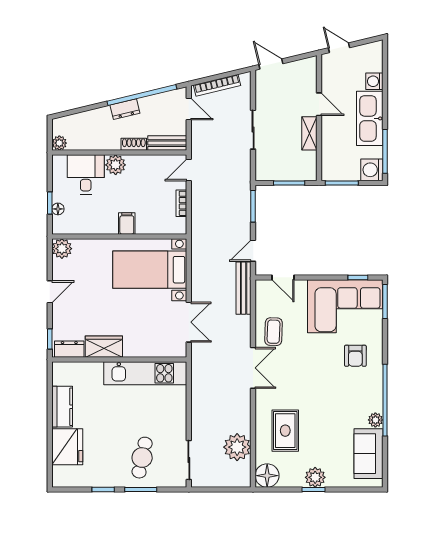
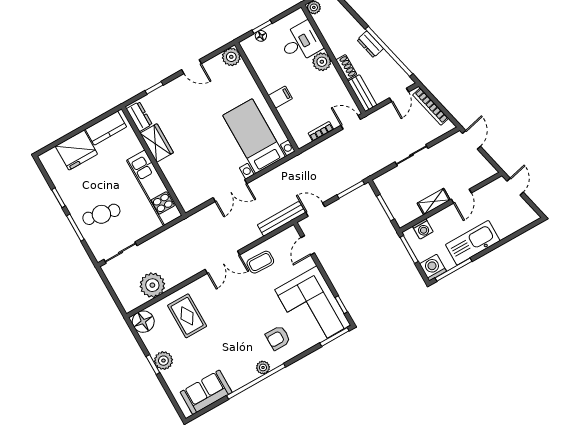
washing machine: (374, 81) -> (423, 229), moved, turned 180
wardrobe: (104, 347) -> (157, 143), moved
dresser: (69, 349) -> (139, 117), moved
wall: (119, 359) -> (153, 161), moved
kitchen unit: (145, 373) -> (154, 188), moved
plant: (375, 420) -> (263, 367), moved
rug: (285, 431) -> (187, 316), turned 90

